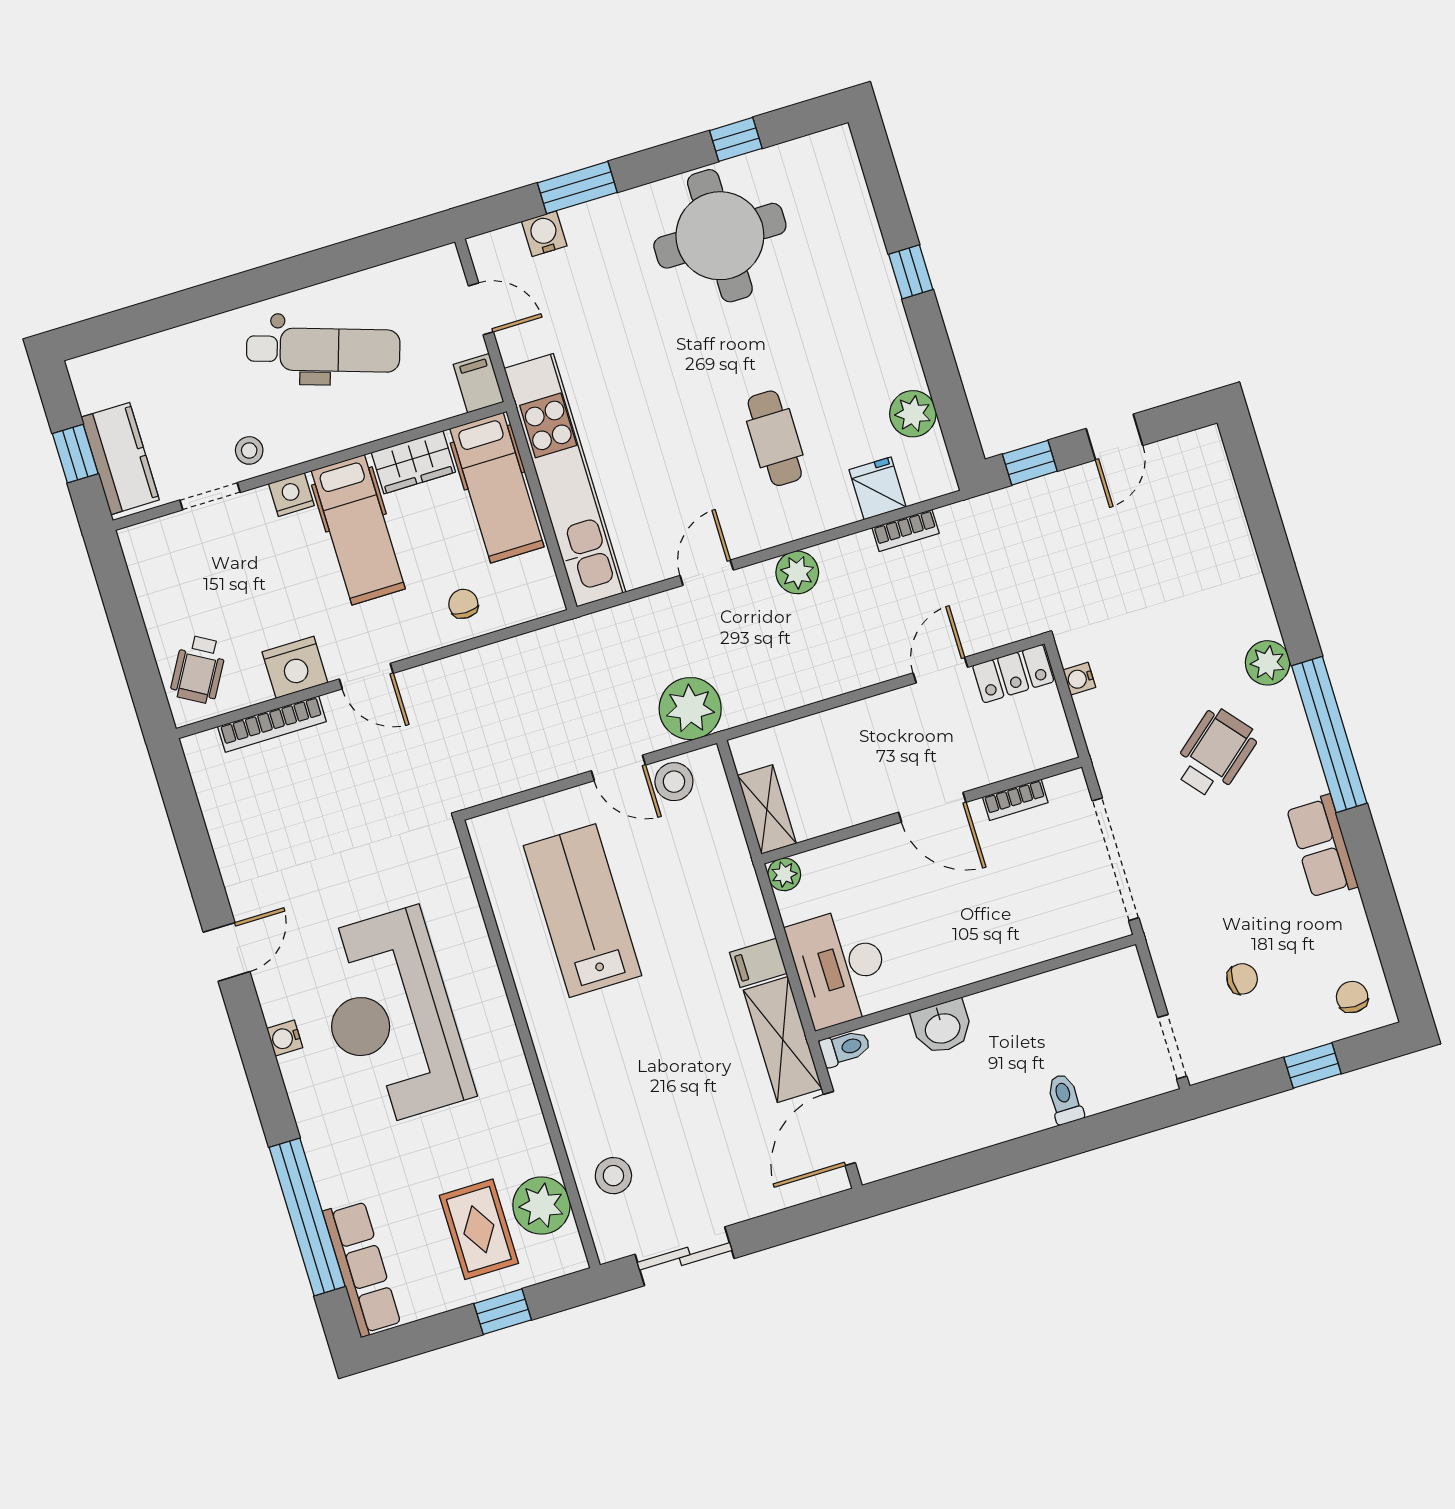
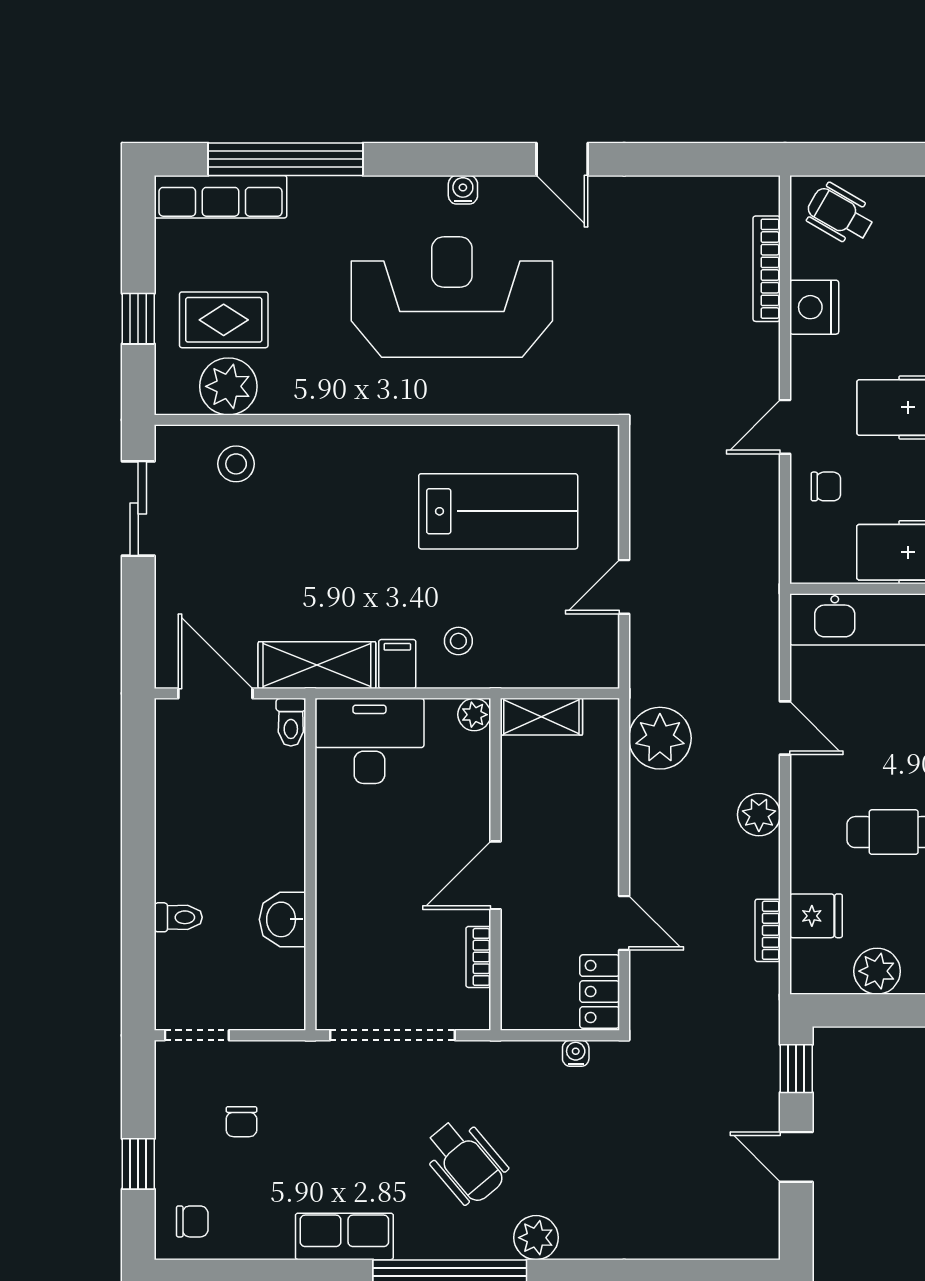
door: (366, 676) -> (785, 427), moved
plant: (690, 709) -> (660, 738), moved
stool: (674, 782) -> (458, 641), moved, width x0.73, depth x0.73
washbasin: (942, 1027) -> (282, 919), moved

